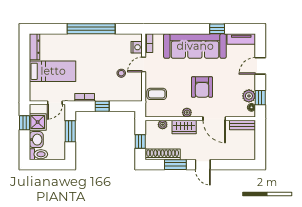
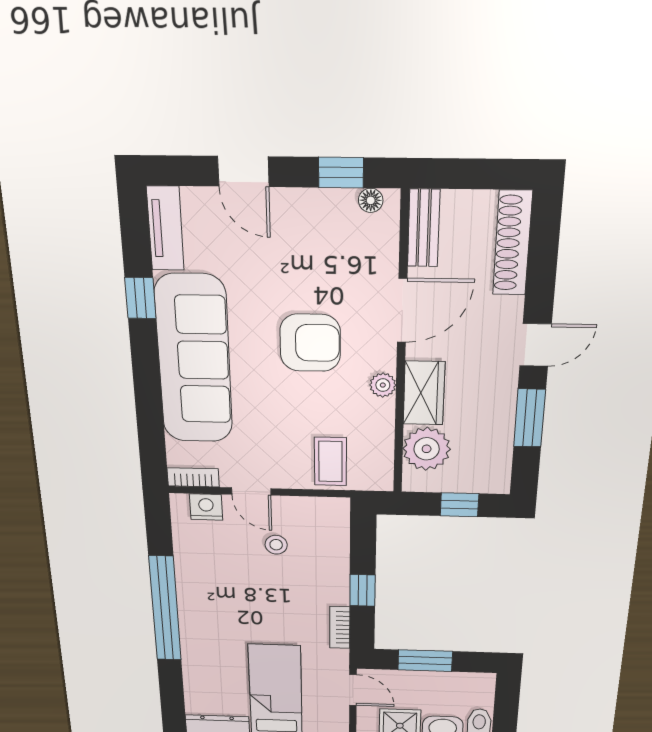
plant: (249, 96) -> (336, 208), removed
plant: (163, 125) -> (427, 449), width x1.88, depth x1.88
shoe rack: (163, 154) -> (512, 243), moved

